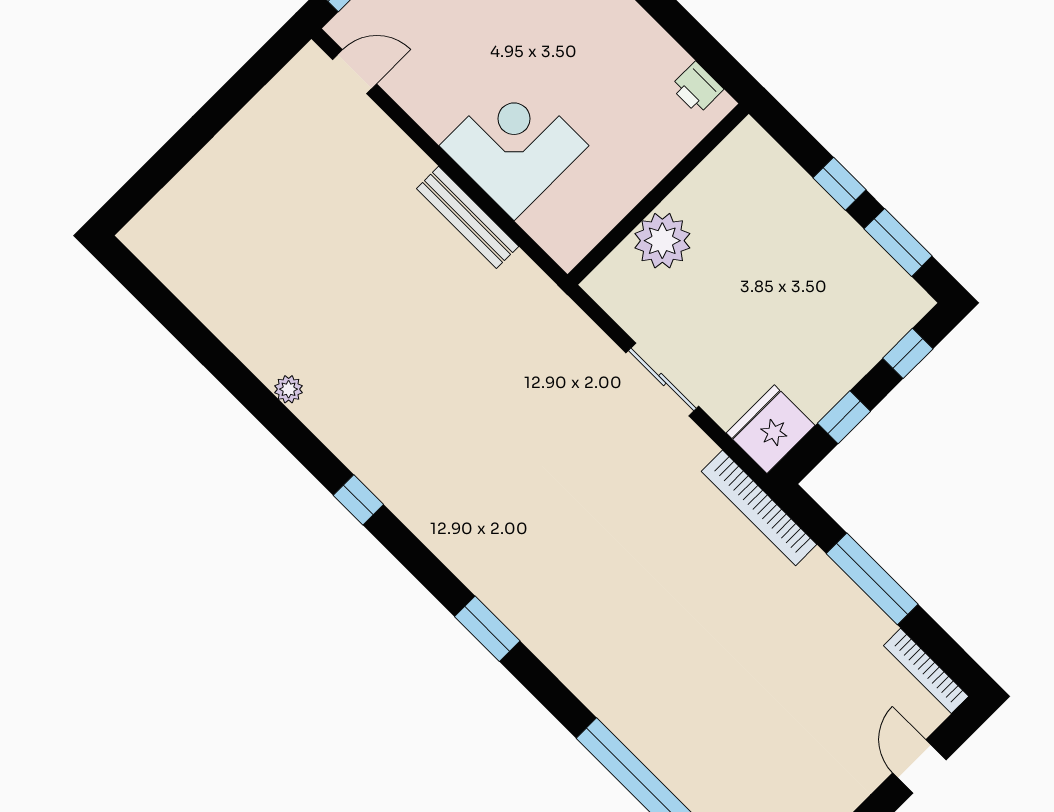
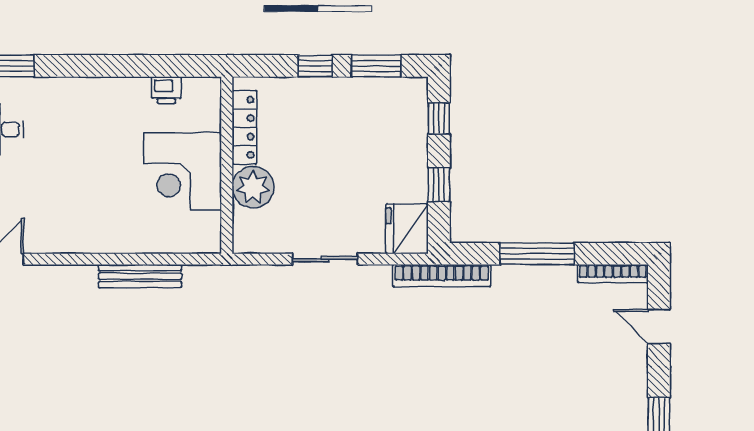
printer: (697, 88) -> (166, 90), moved
corner desk: (514, 146) -> (183, 171), moved, turned -90
locker: (712, 175) -> (244, 127), added

